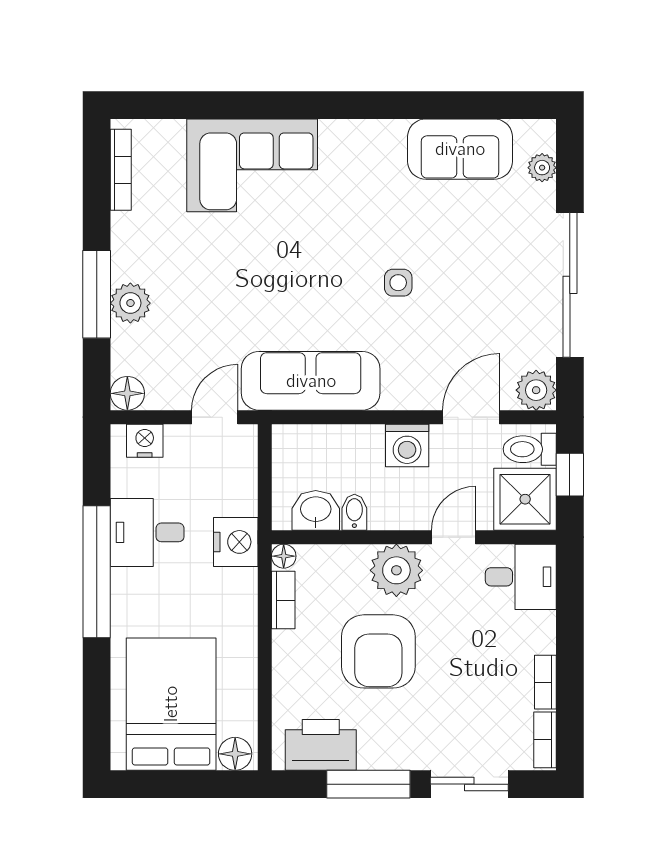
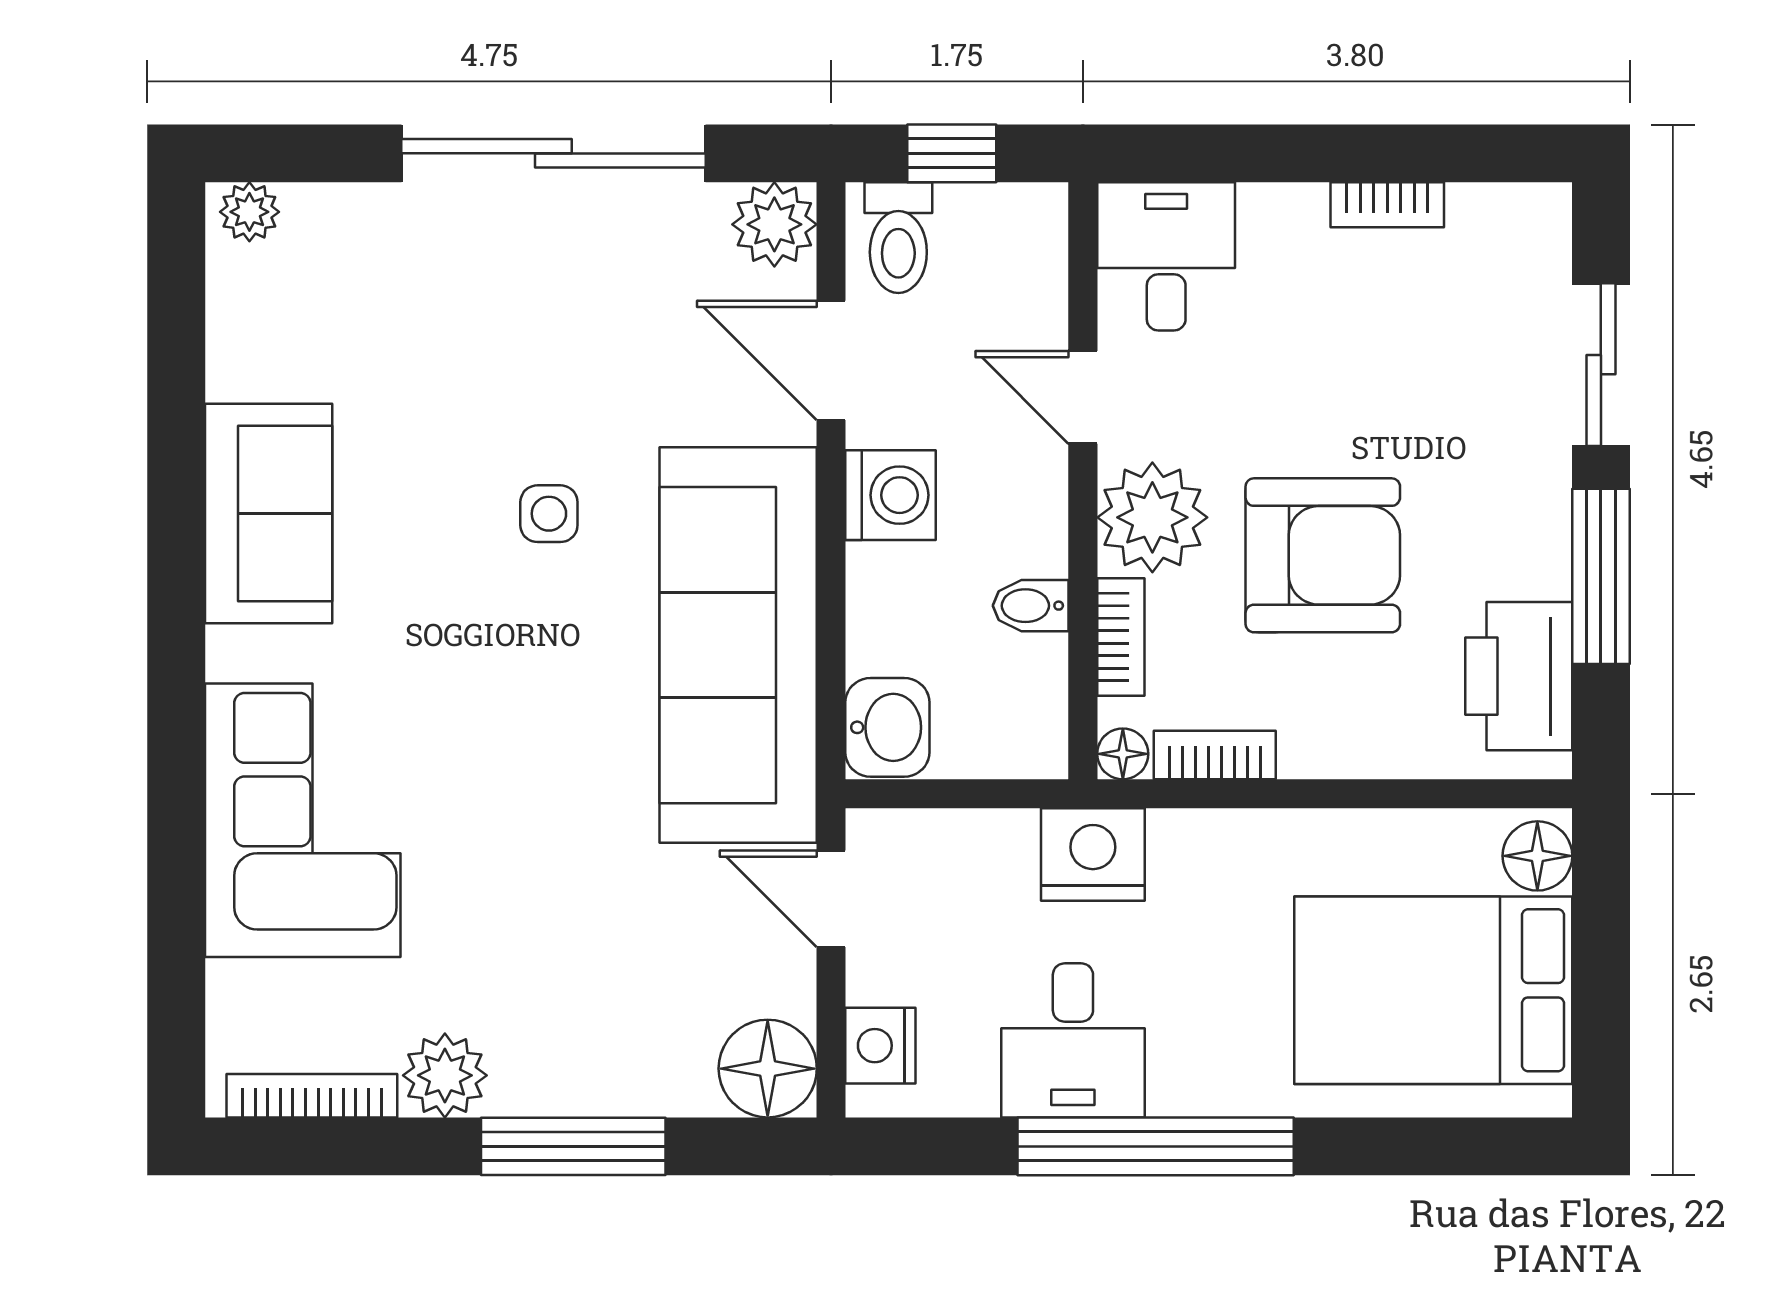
sofa: (460, 149) -> (269, 514), moved
plant: (542, 168) -> (249, 212), moved
plant: (130, 303) -> (445, 1075), moved
sofa: (311, 381) -> (738, 645), width x1.36, depth x1.27
floor lamp: (127, 393) -> (768, 1069), width x1.38, depth x1.38
shower: (525, 499) -> (1003, 247), removed
washbasin: (316, 510) -> (887, 727), moved, turned 180
bookcase: (545, 740) -> (1121, 637), moved, turned -90

